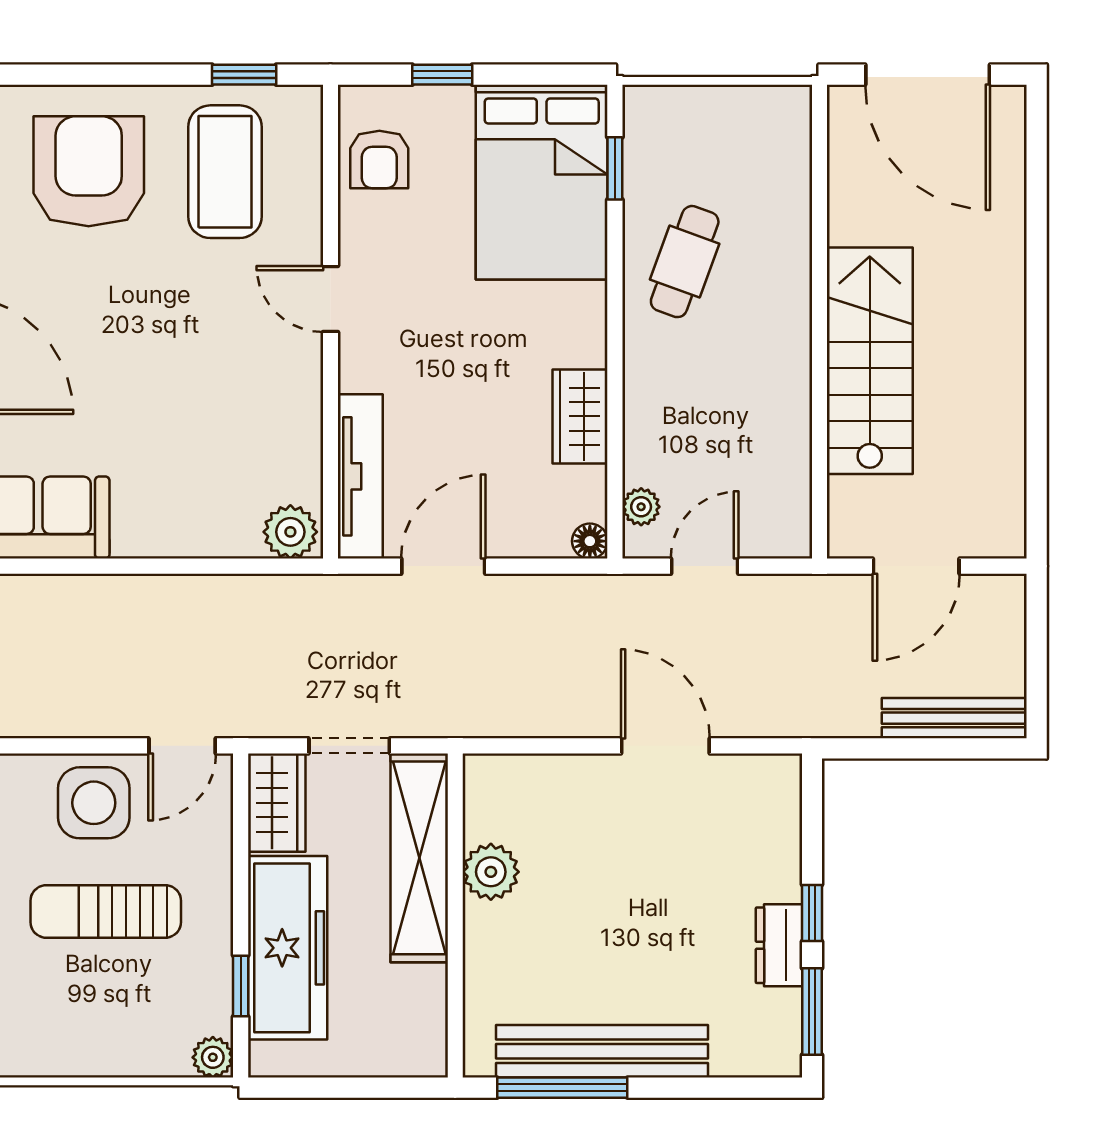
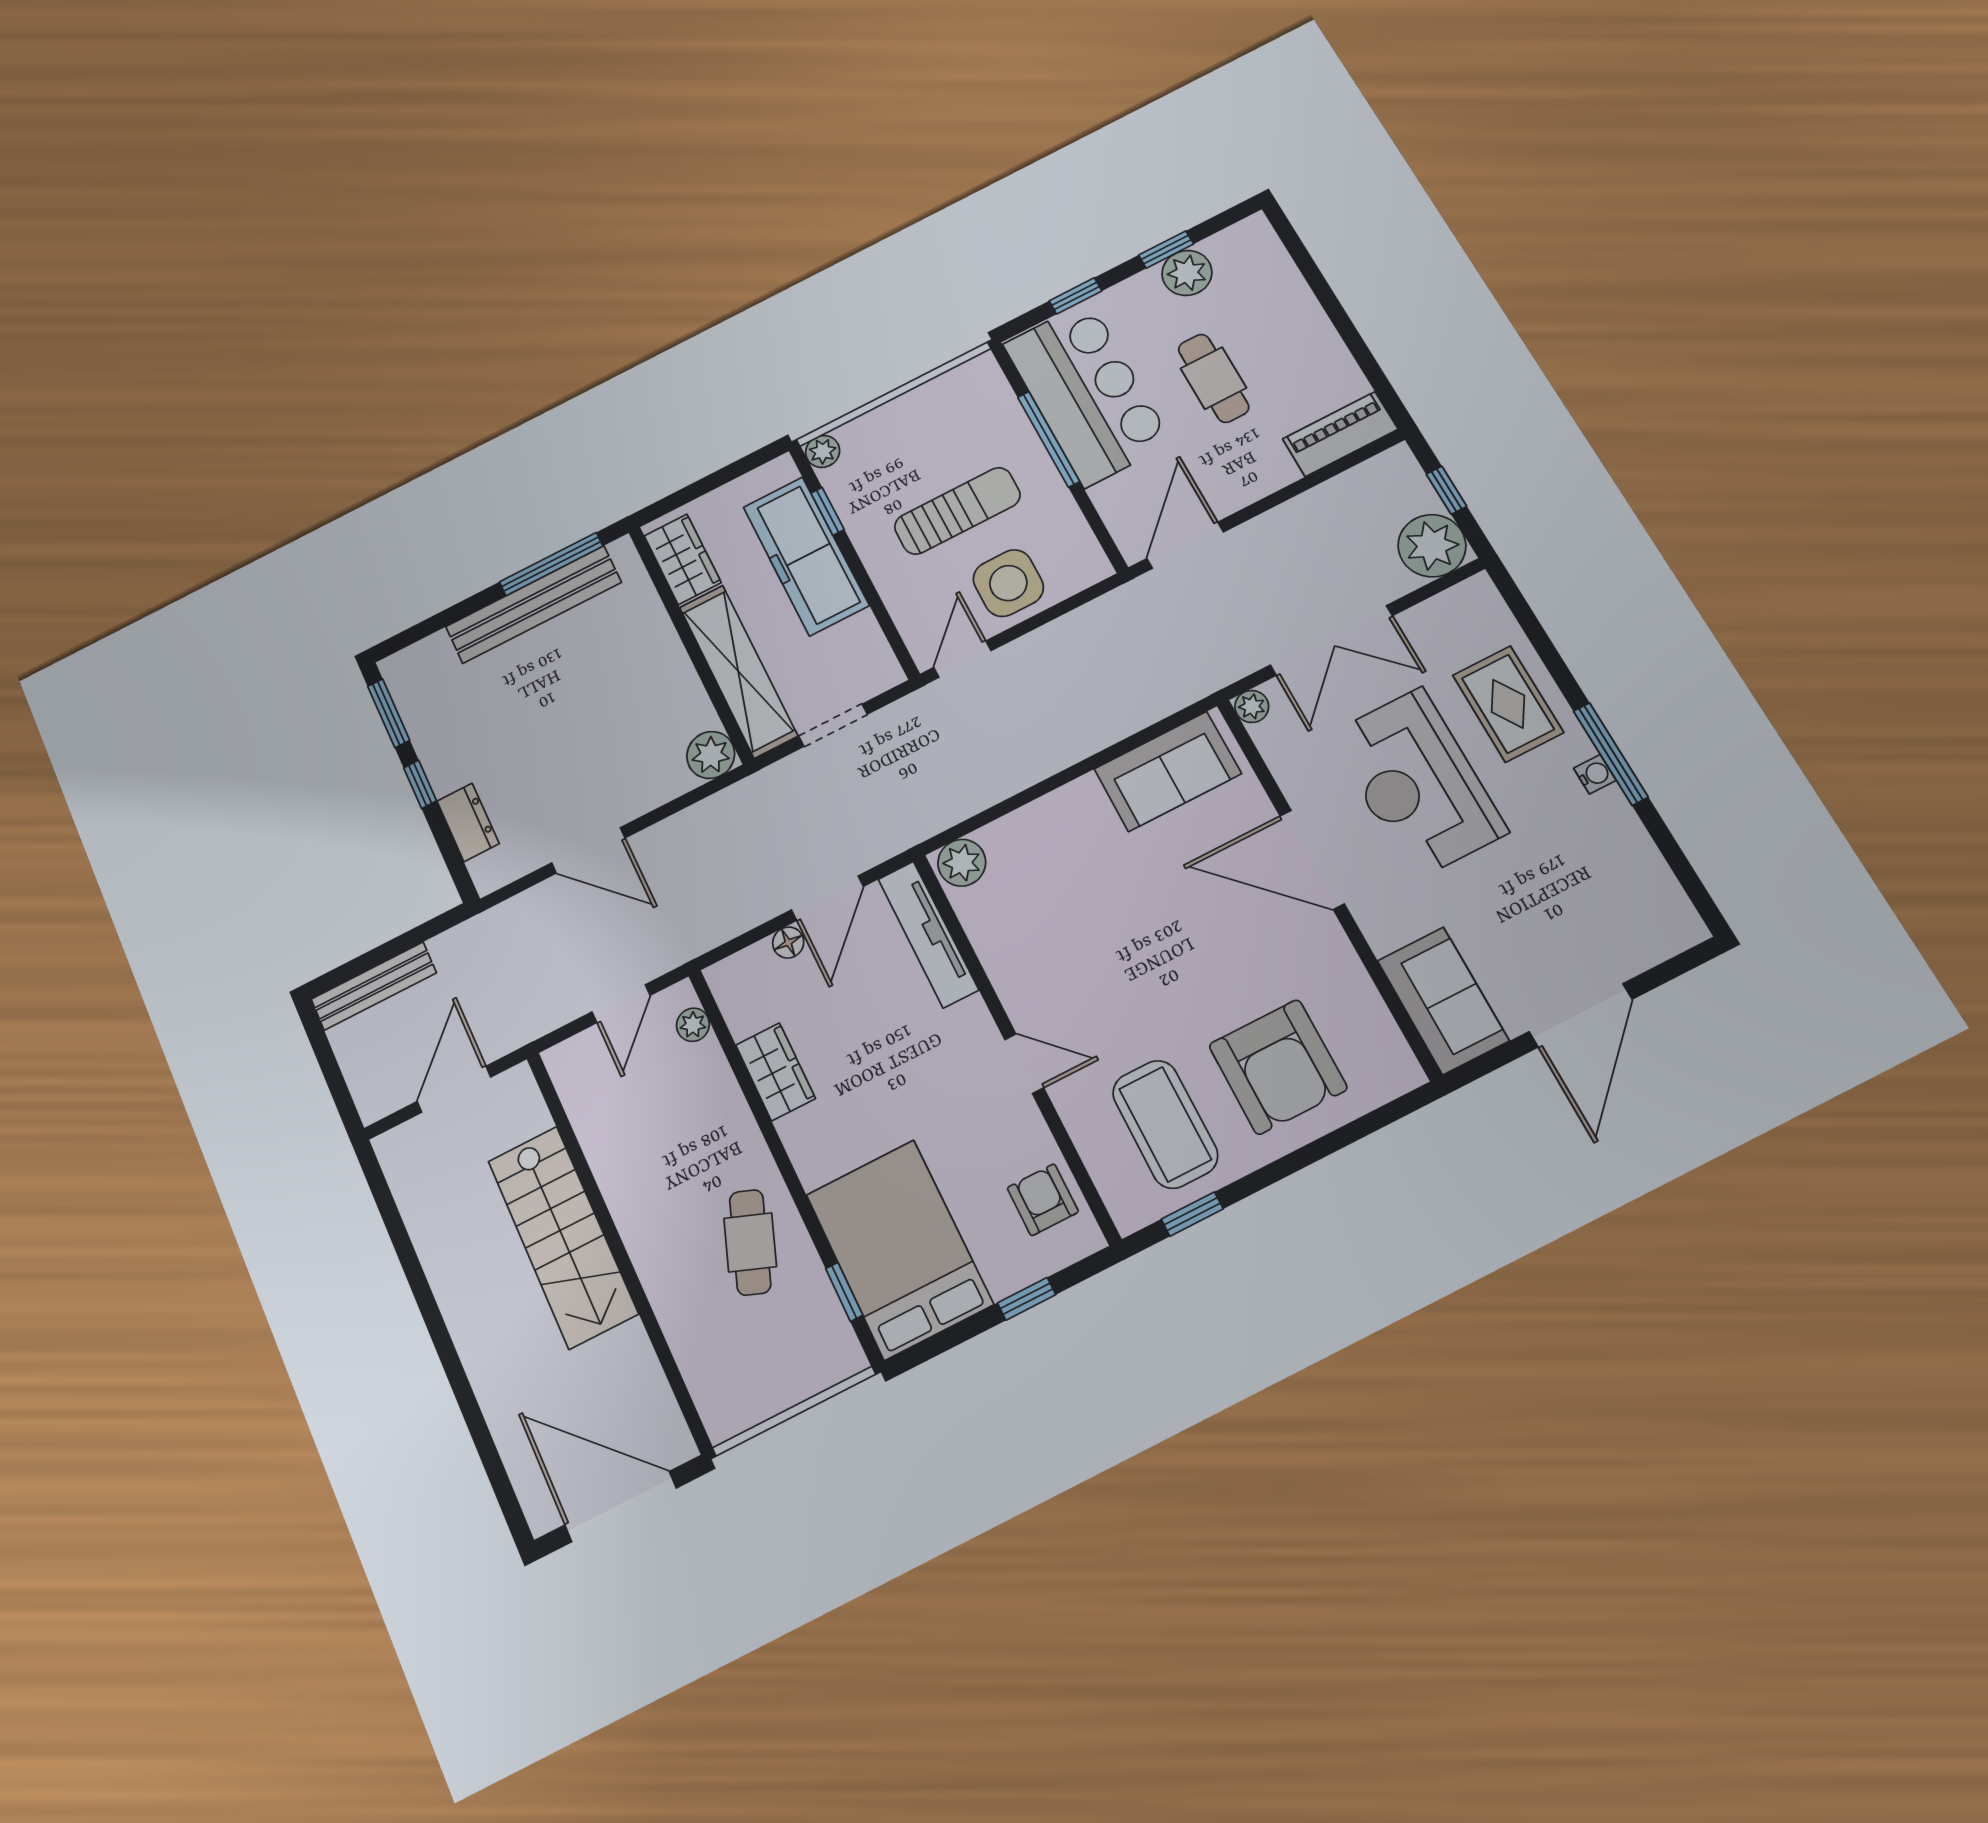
floor lamp: (590, 541) -> (788, 943), moved
wardrobe: (277, 803) -> (683, 559), moved, turned 180
plant: (491, 872) -> (711, 755), moved
dresser: (779, 945) -> (468, 822), moved

